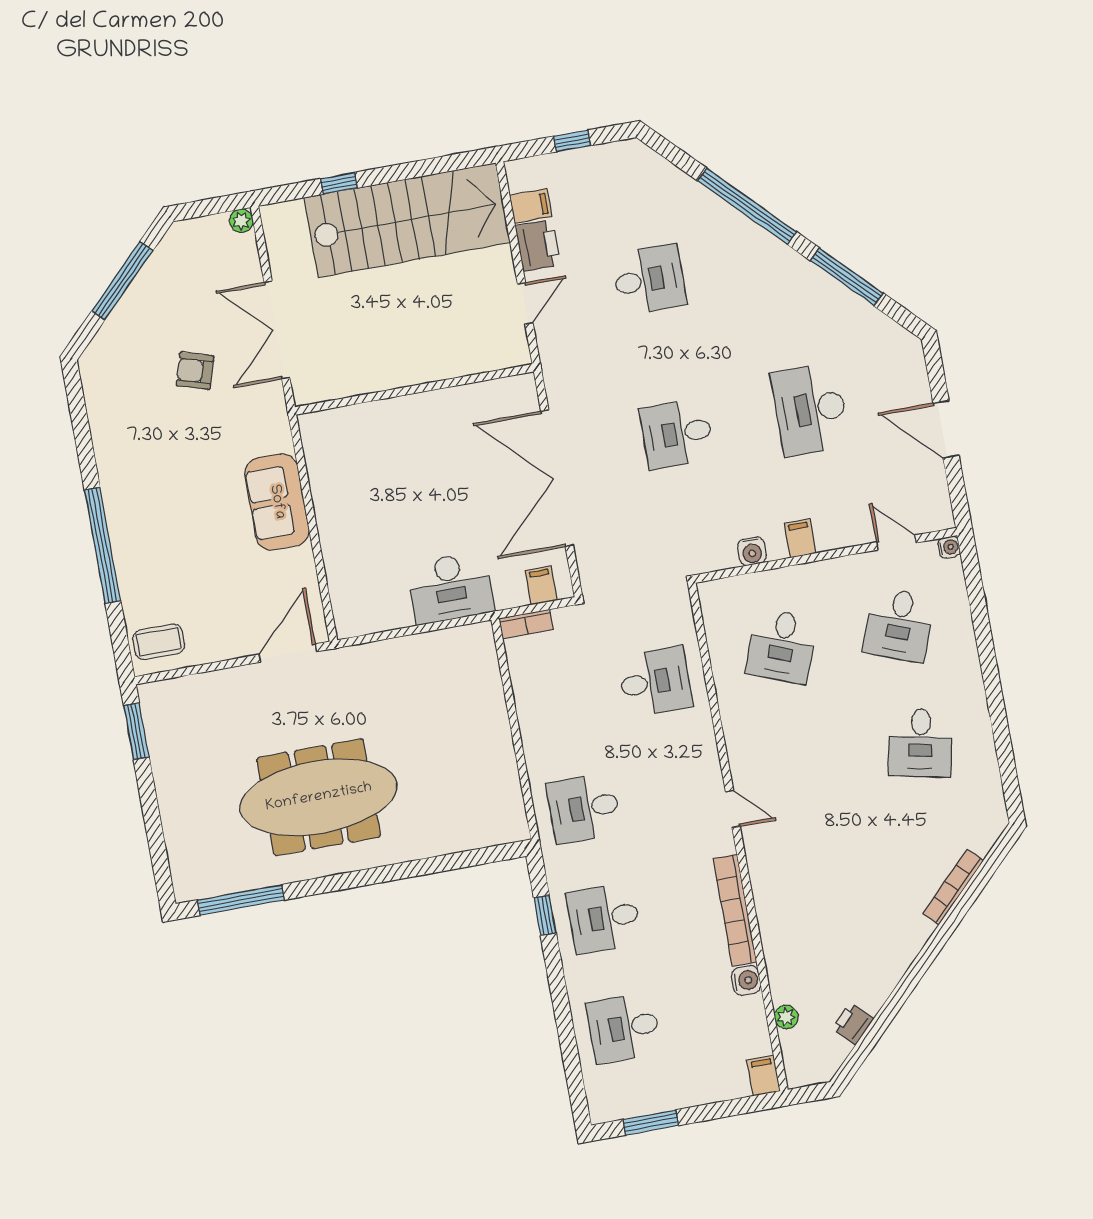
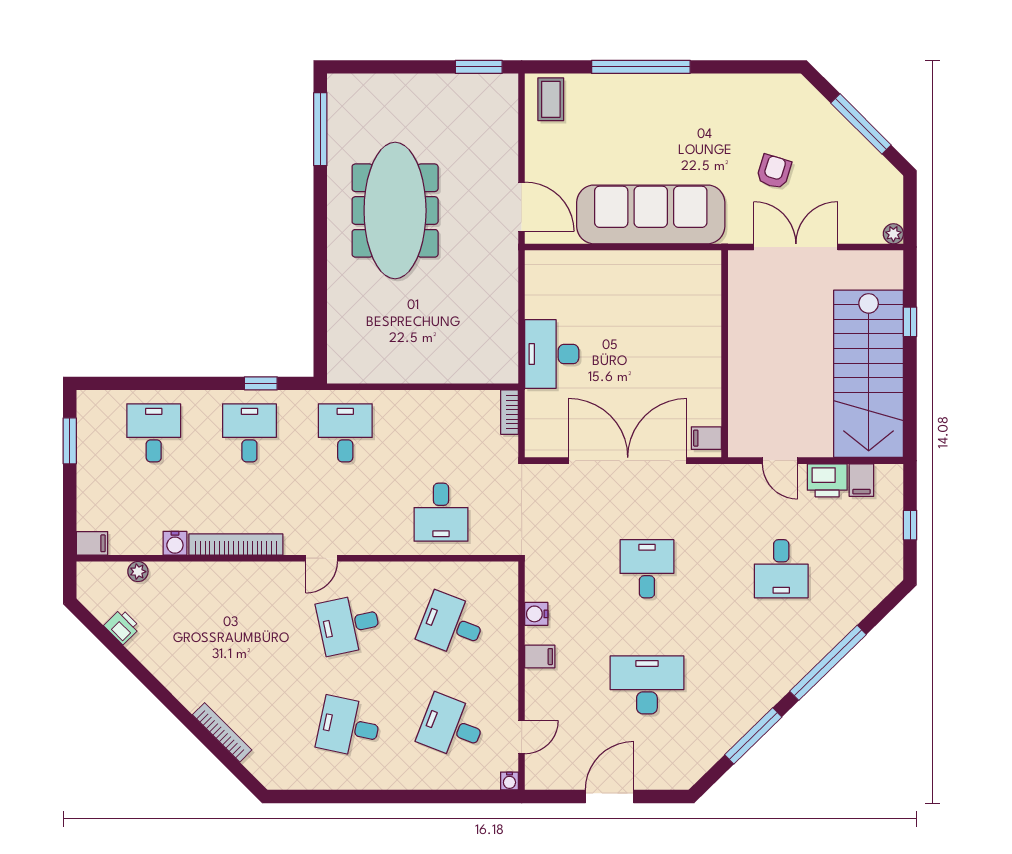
sofa: (277, 502) -> (651, 214), width x1.85, depth x1.27
filing cabinet: (541, 585) -> (706, 438), moved, turned 180
desk: (803, 764) -> (349, 625), added

